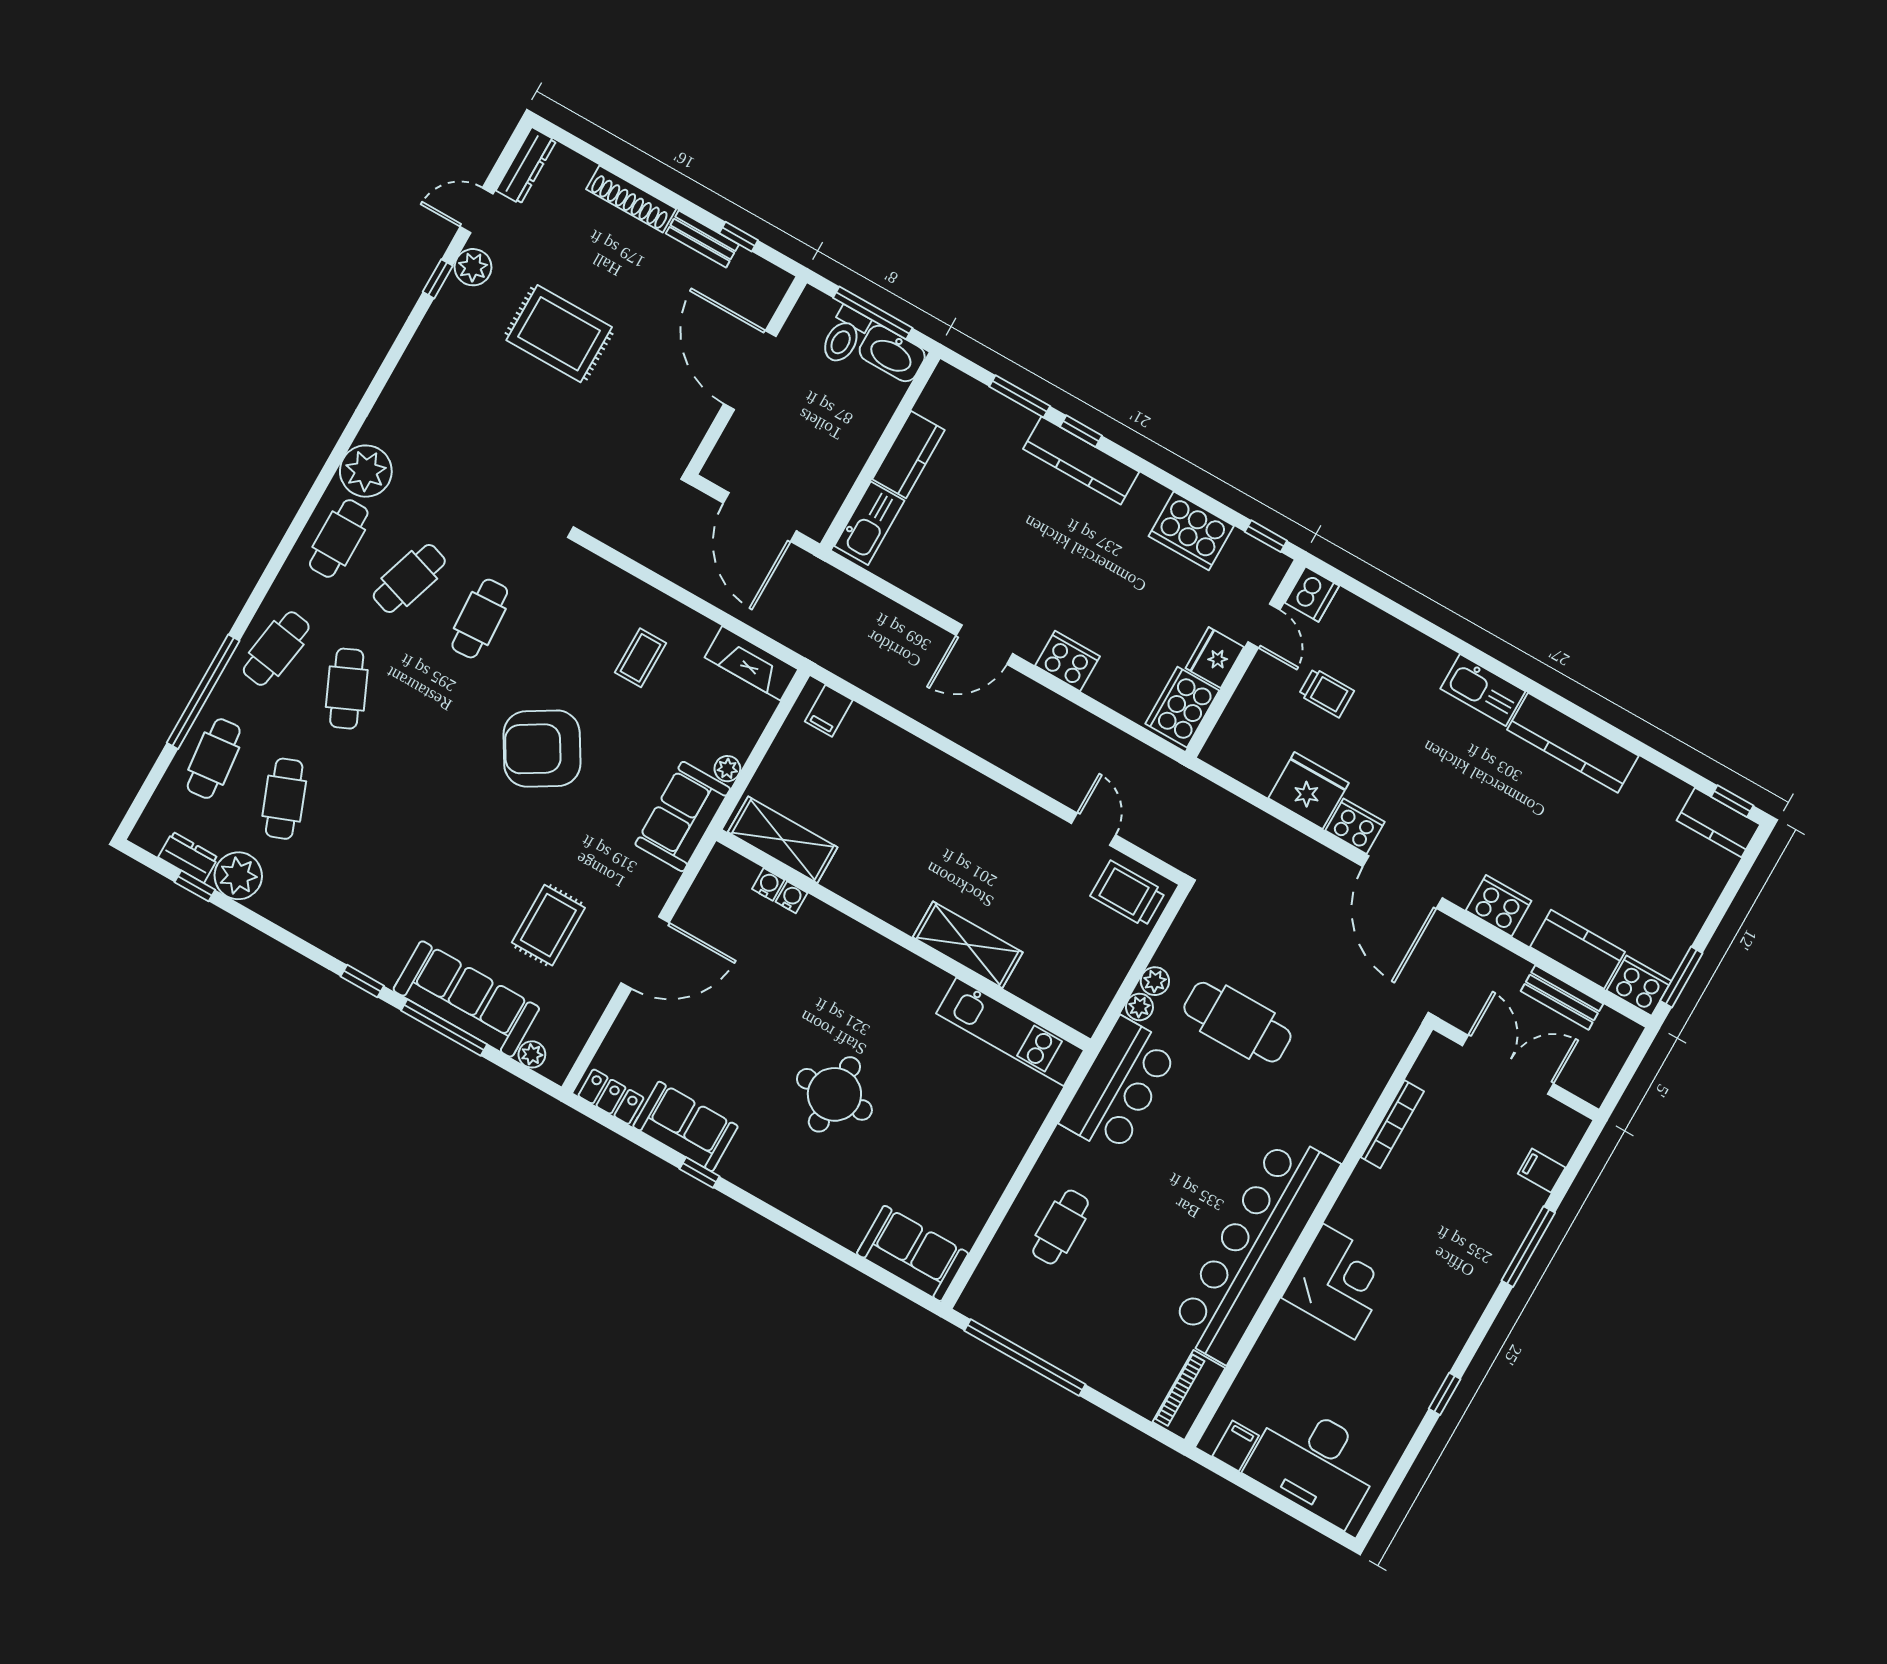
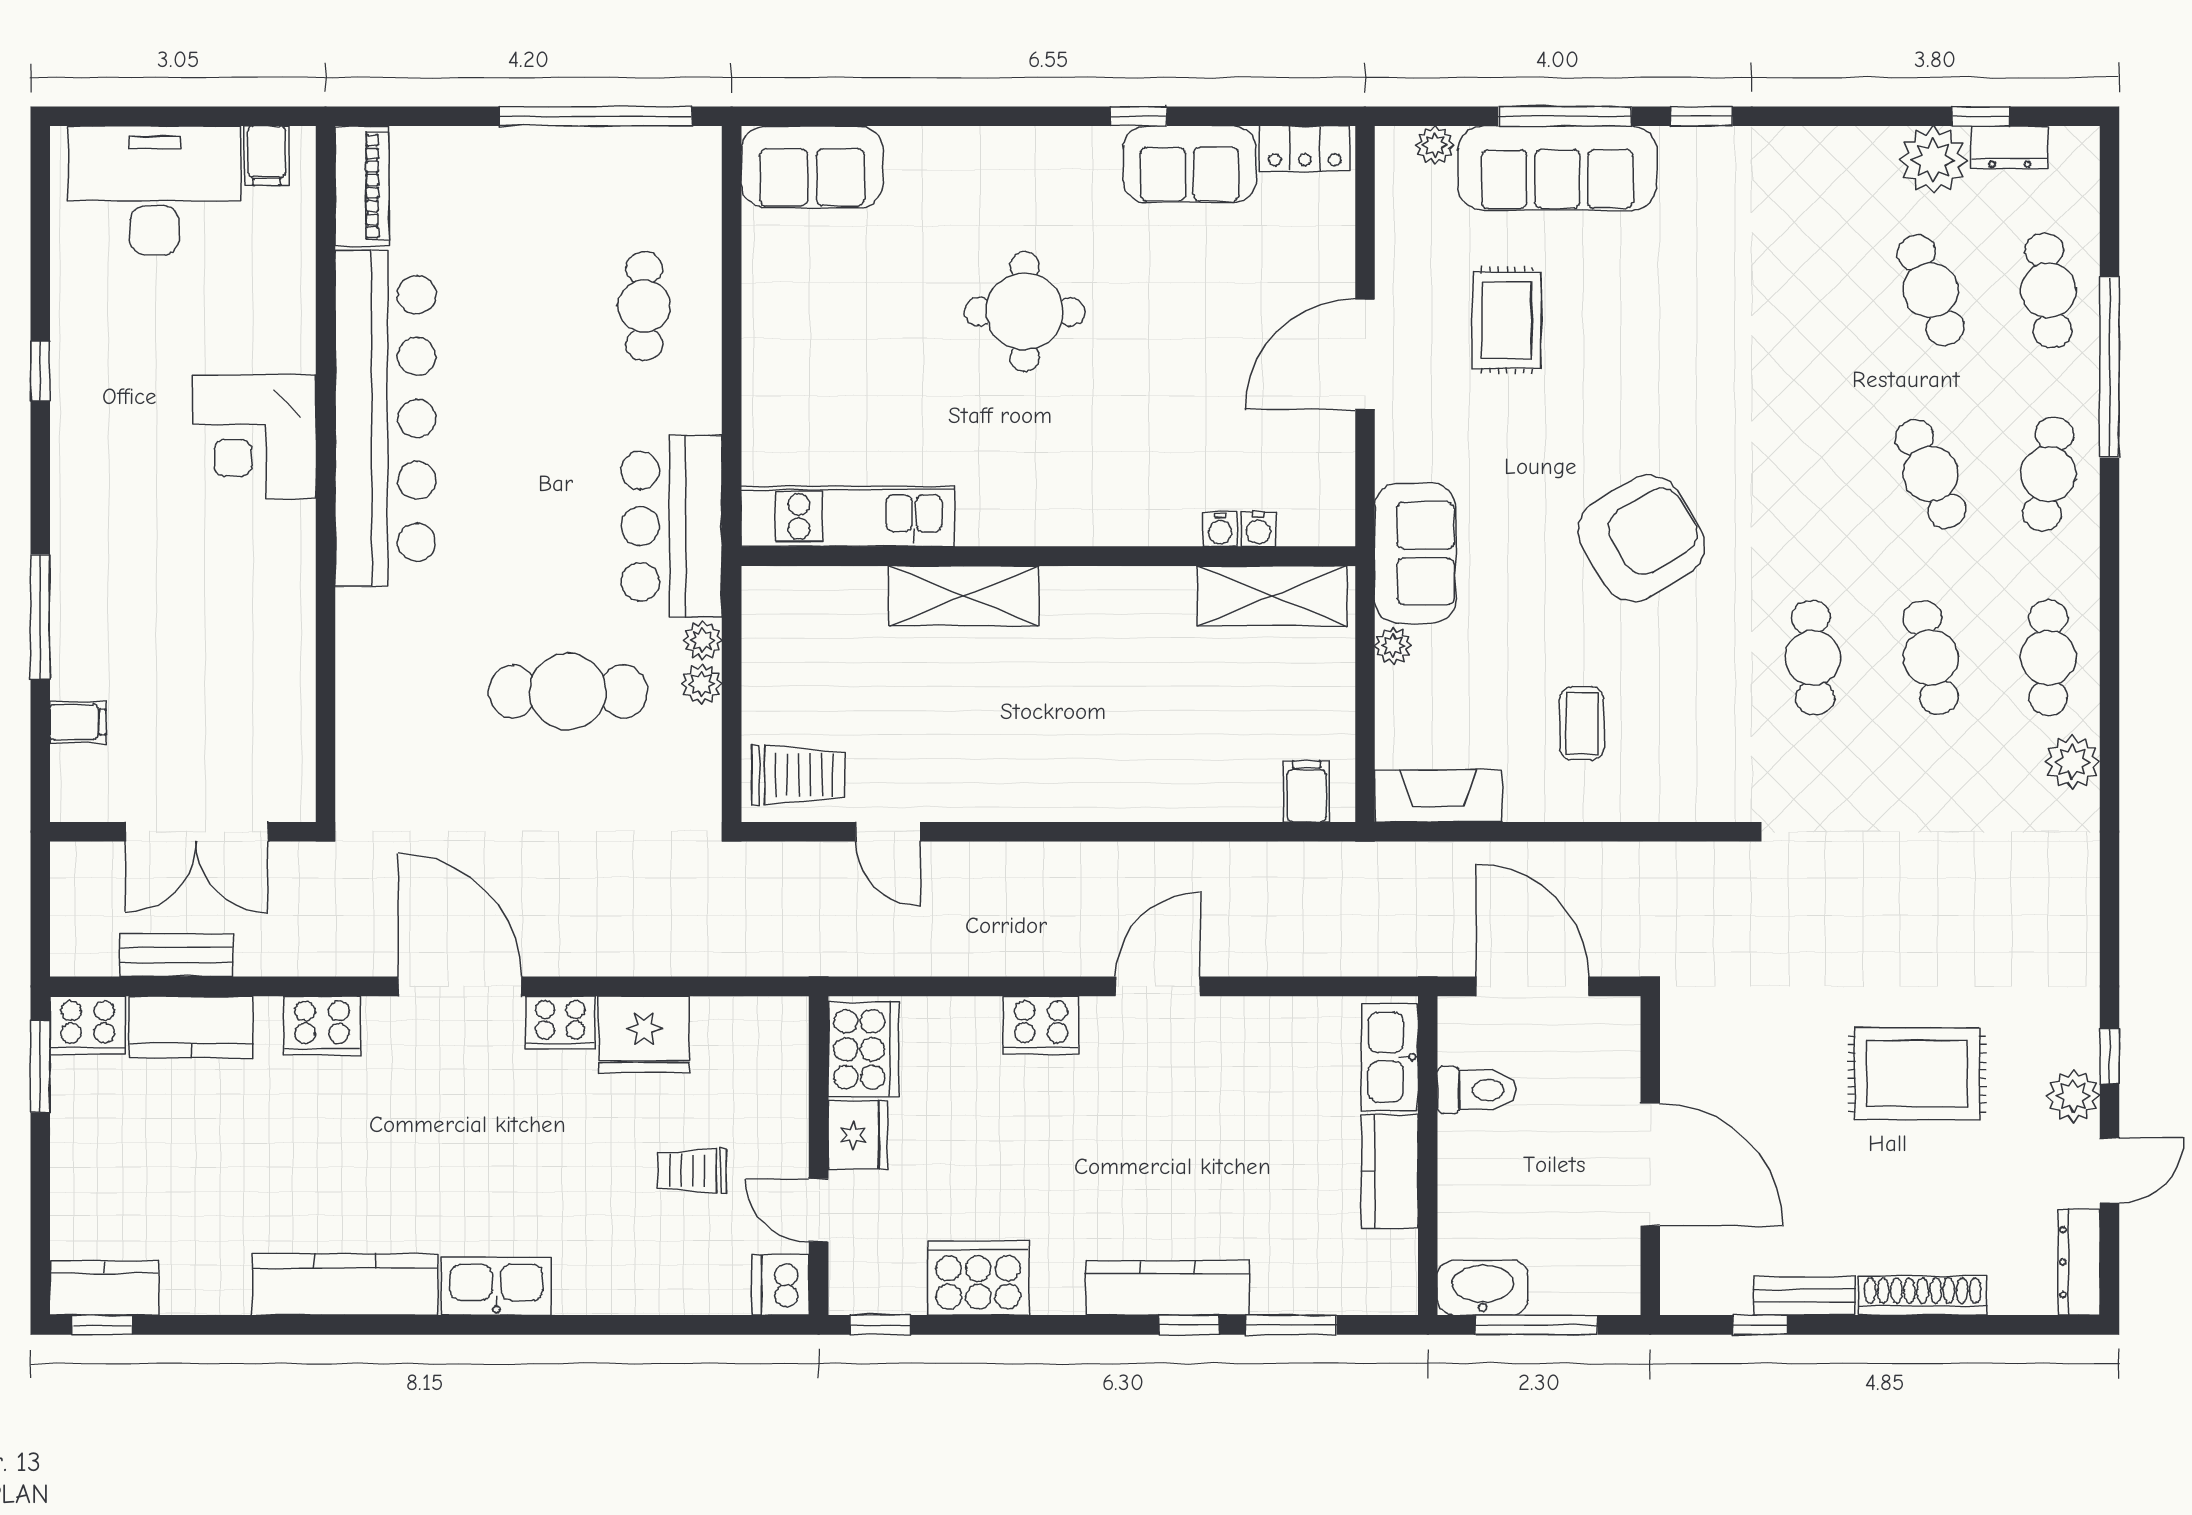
toilet: (844, 336) -> (1477, 1090), moved, turned 90
plant: (366, 471) -> (2072, 762), width x0.73, depth x0.73
cafe table: (409, 579) -> (1931, 658), turned -30
bookcase: (1392, 1124) -> (299, 674), removed

